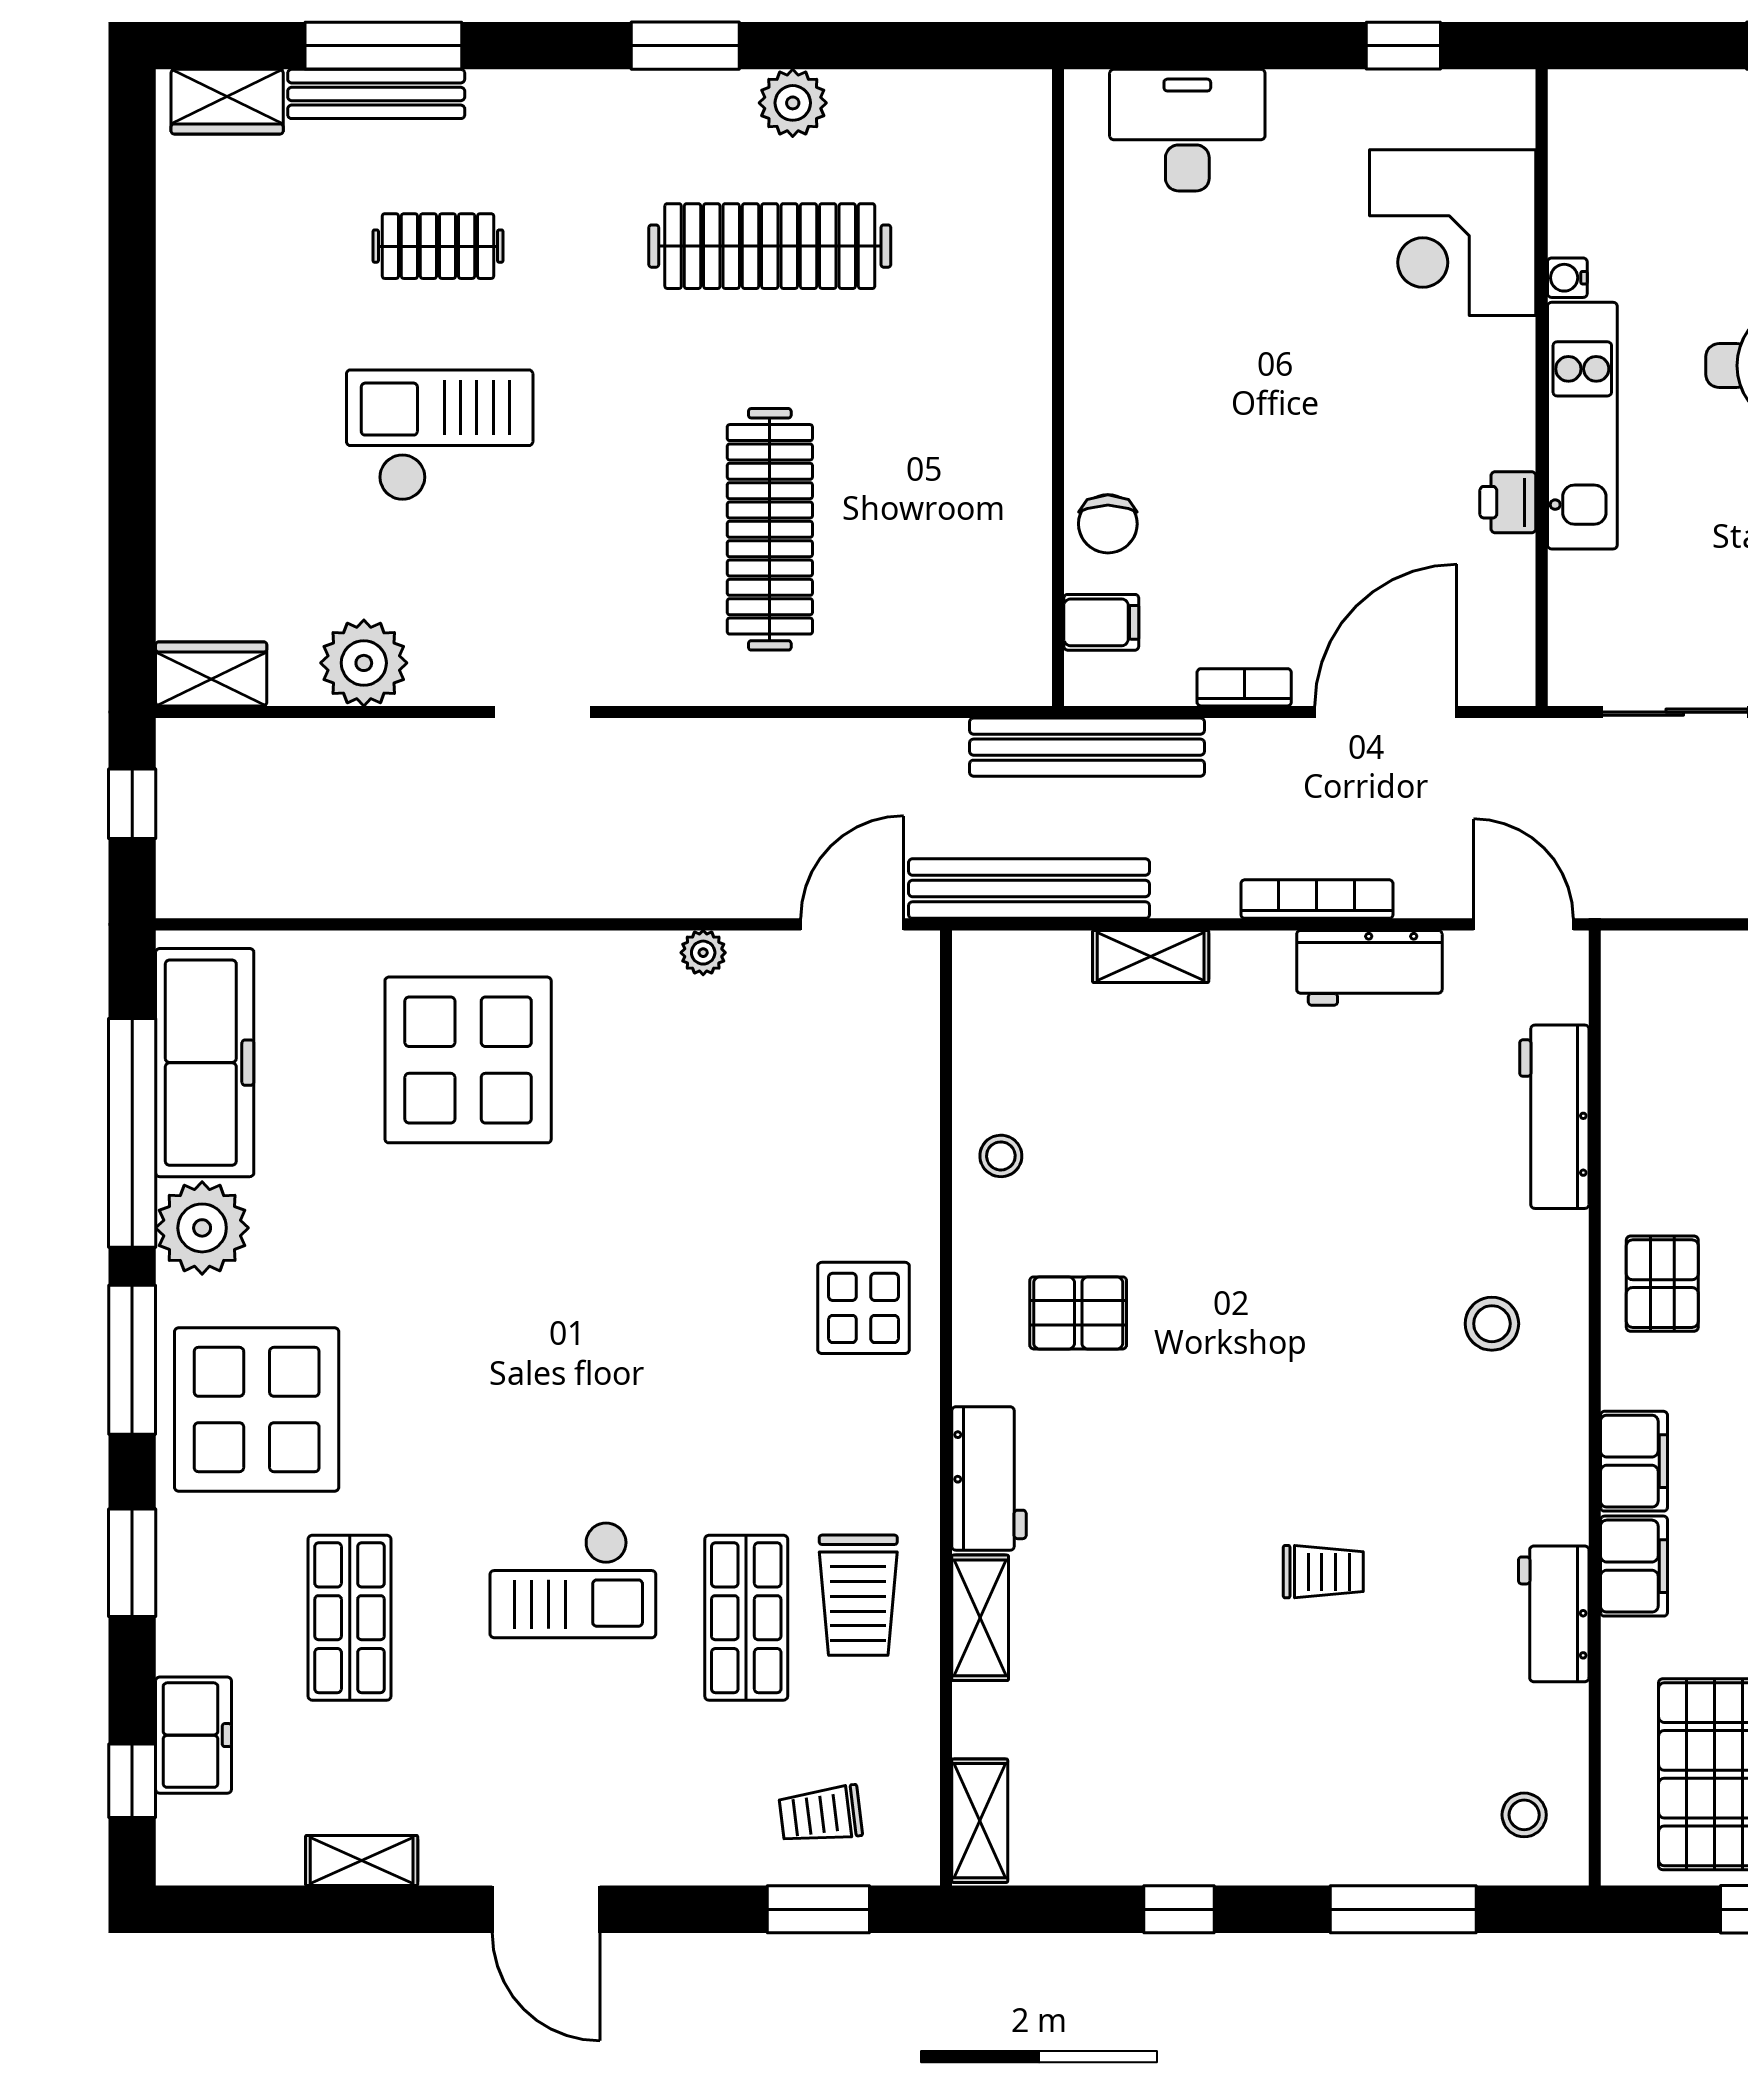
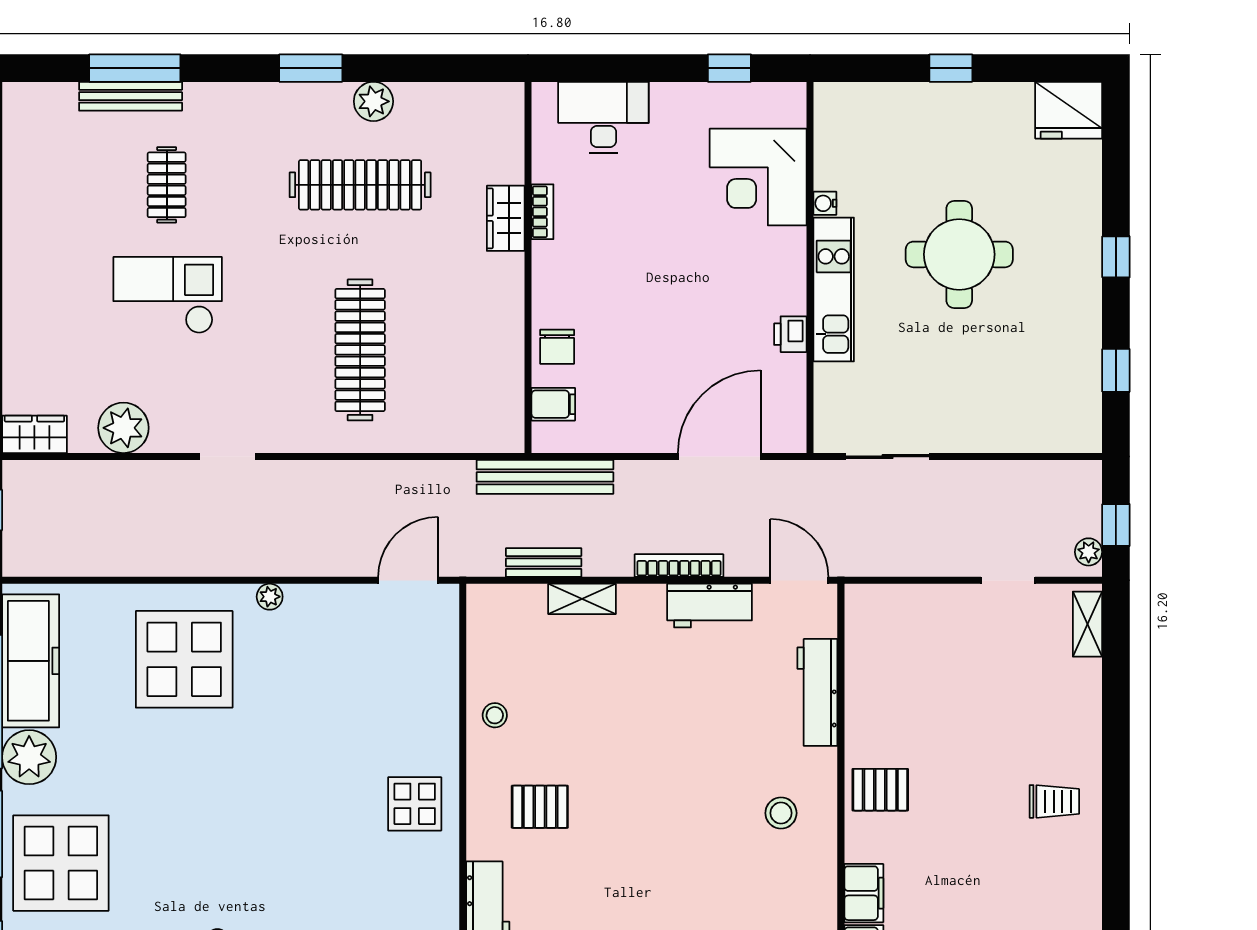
wardrobe: (227, 102) -> (506, 218), moved, turned 90
clothes rail: (438, 246) -> (167, 185), turned 90
bookcase: (1244, 687) -> (542, 212), moved, turned 90
bench: (1029, 889) -> (544, 562), width x0.54, depth x0.82
plant: (703, 953) -> (270, 597), moved
pallet: (1662, 1284) -> (880, 790), turned 90

